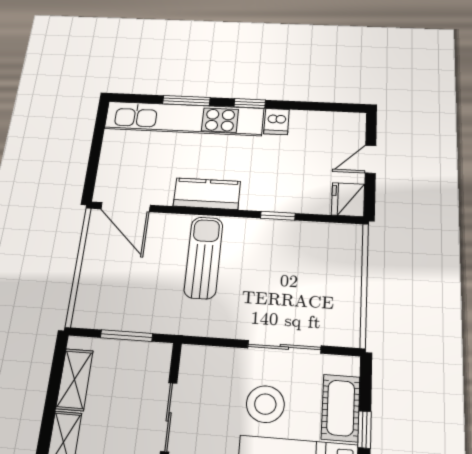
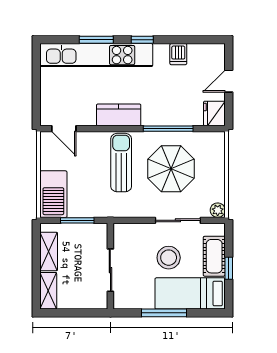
dishwasher: (276, 122) -> (178, 54), moved
door: (125, 207) -> (64, 129), width x0.73
window: (278, 216) -> (168, 129), width x2.17
parasol: (278, 271) -> (171, 169), added
barbecue: (96, 295) -> (53, 194), added
plant: (349, 336) -> (218, 210), added

